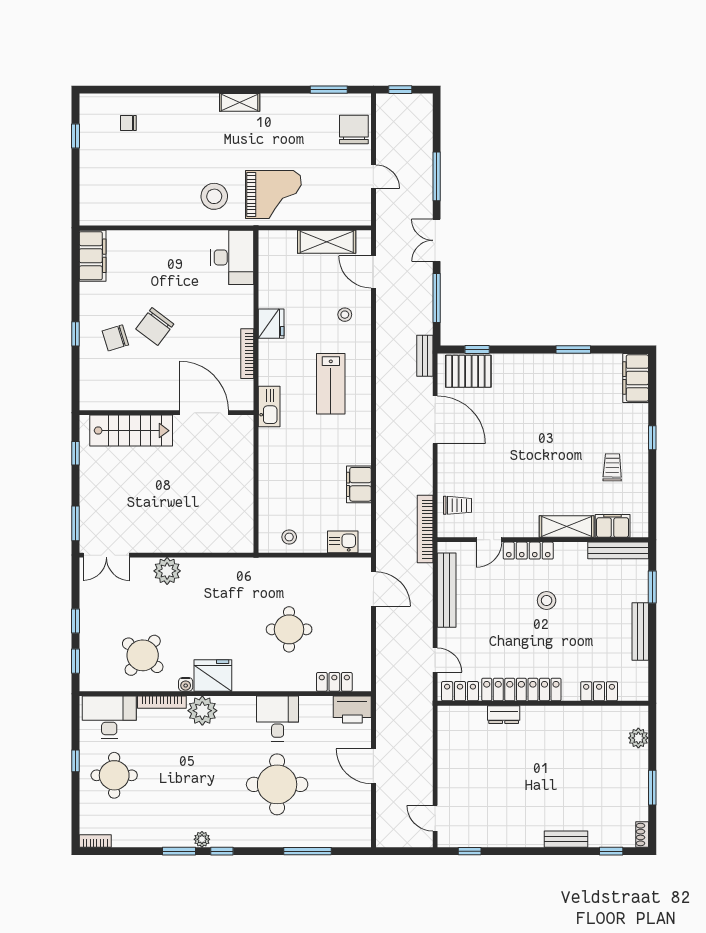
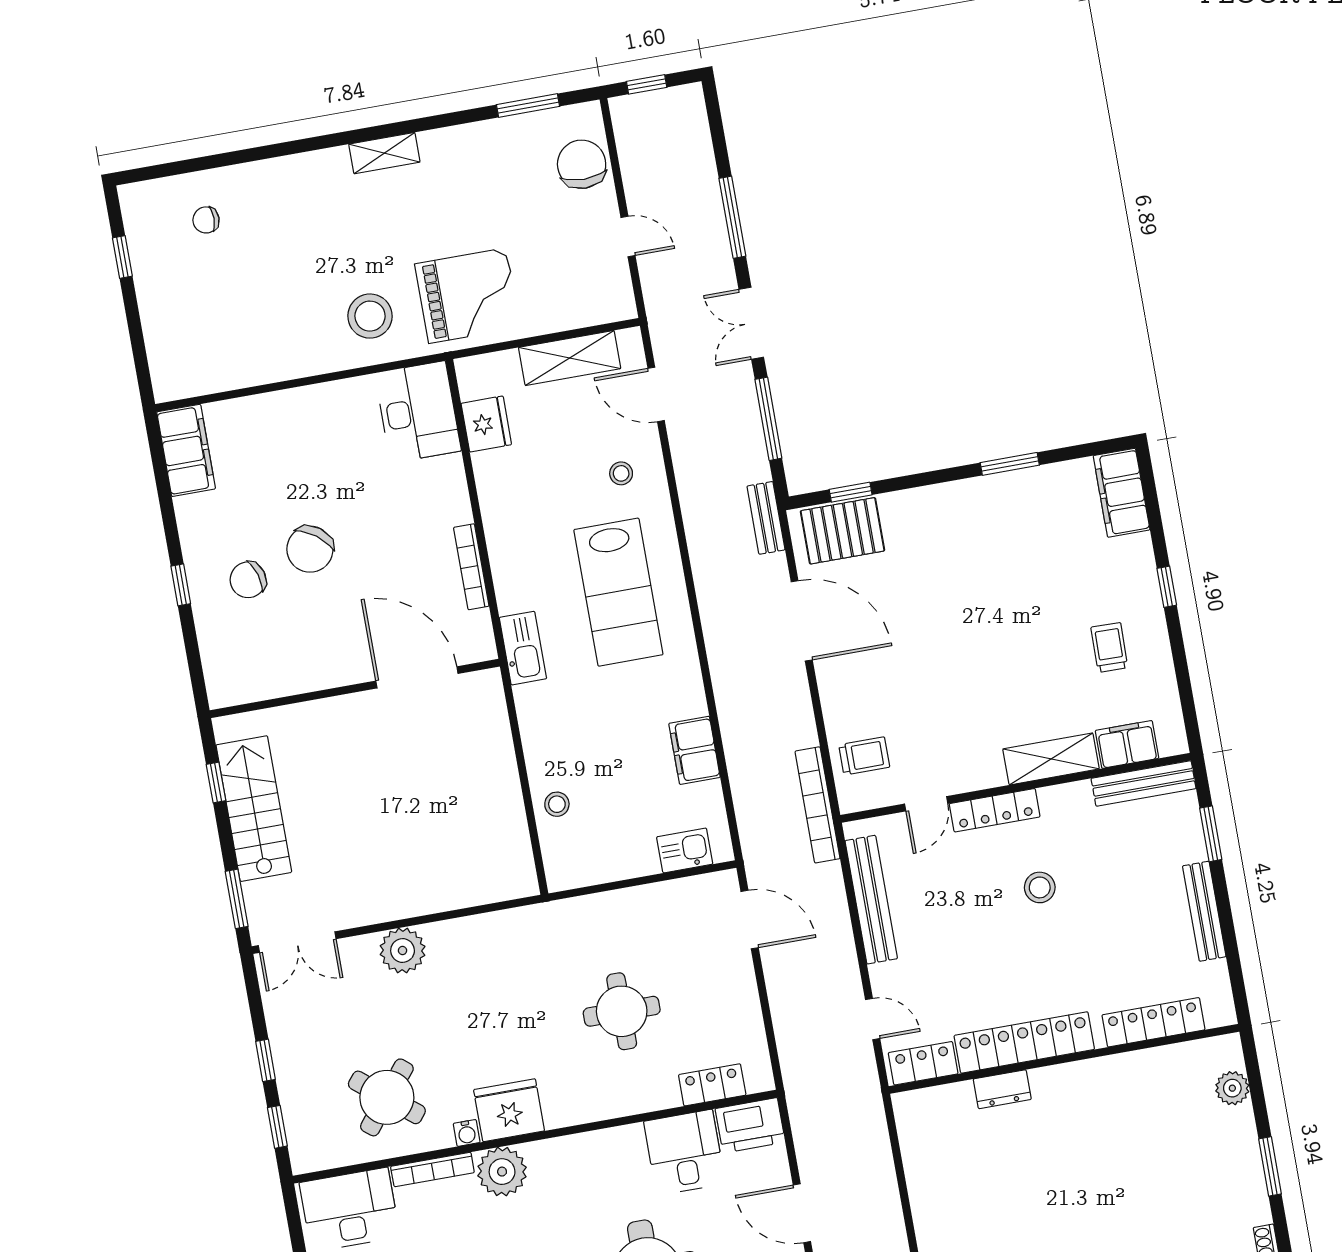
fridge: (271, 324) -> (486, 424), moved
lab bench: (331, 384) -> (618, 592), width x1.36, depth x1.39
stairs: (131, 431) -> (254, 809), moved, turned -90
stool: (289, 537) -> (557, 804), moved
locker: (599, 691) -> (1153, 1022), width x1.53
desk: (278, 719) -> (684, 1152), moved

